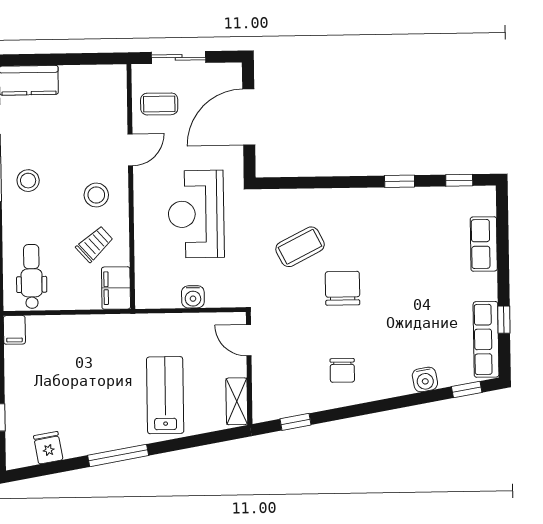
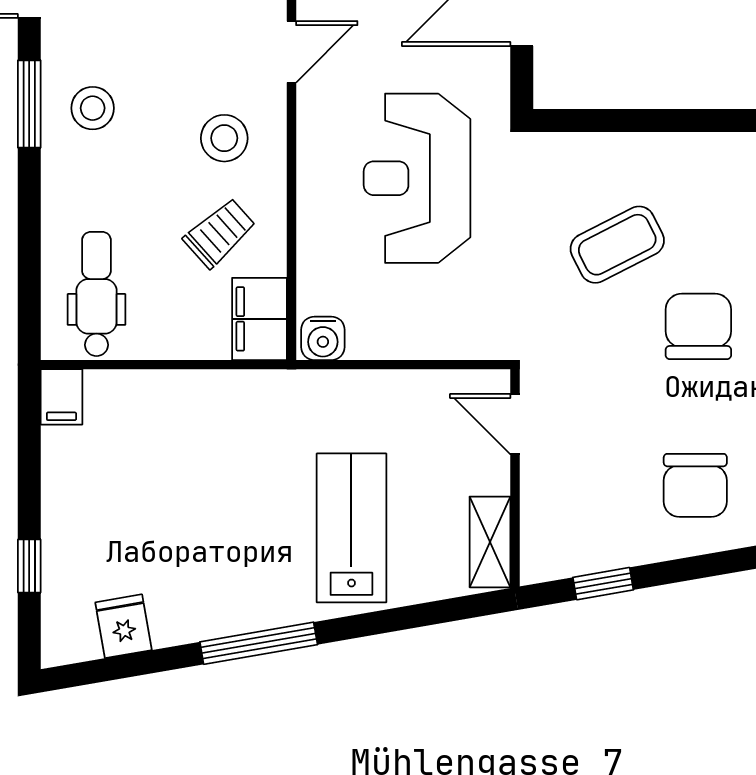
water cooler: (193, 297) -> (323, 338), moved
chair: (342, 370) -> (695, 485), width x1.37, depth x1.37

